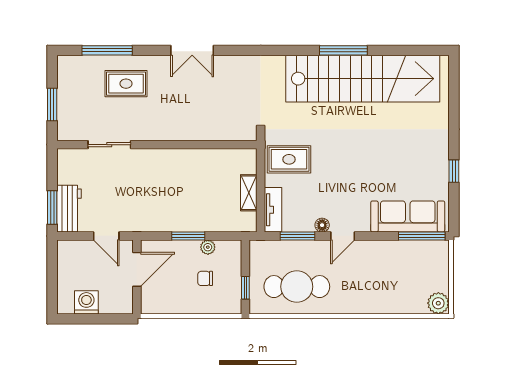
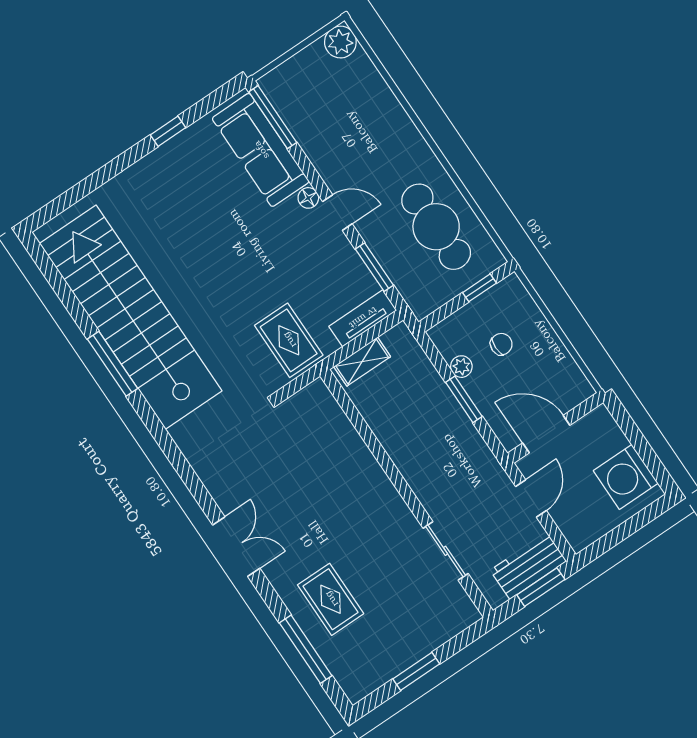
sliding door: (109, 145) -> (446, 551), moved
wall: (157, 145) -> (407, 493), moved
floor lamp: (322, 225) -> (308, 198), moved
chair: (205, 278) -> (501, 344), turned -90
washing machine: (86, 302) -> (626, 477), width x1.37, depth x1.37

